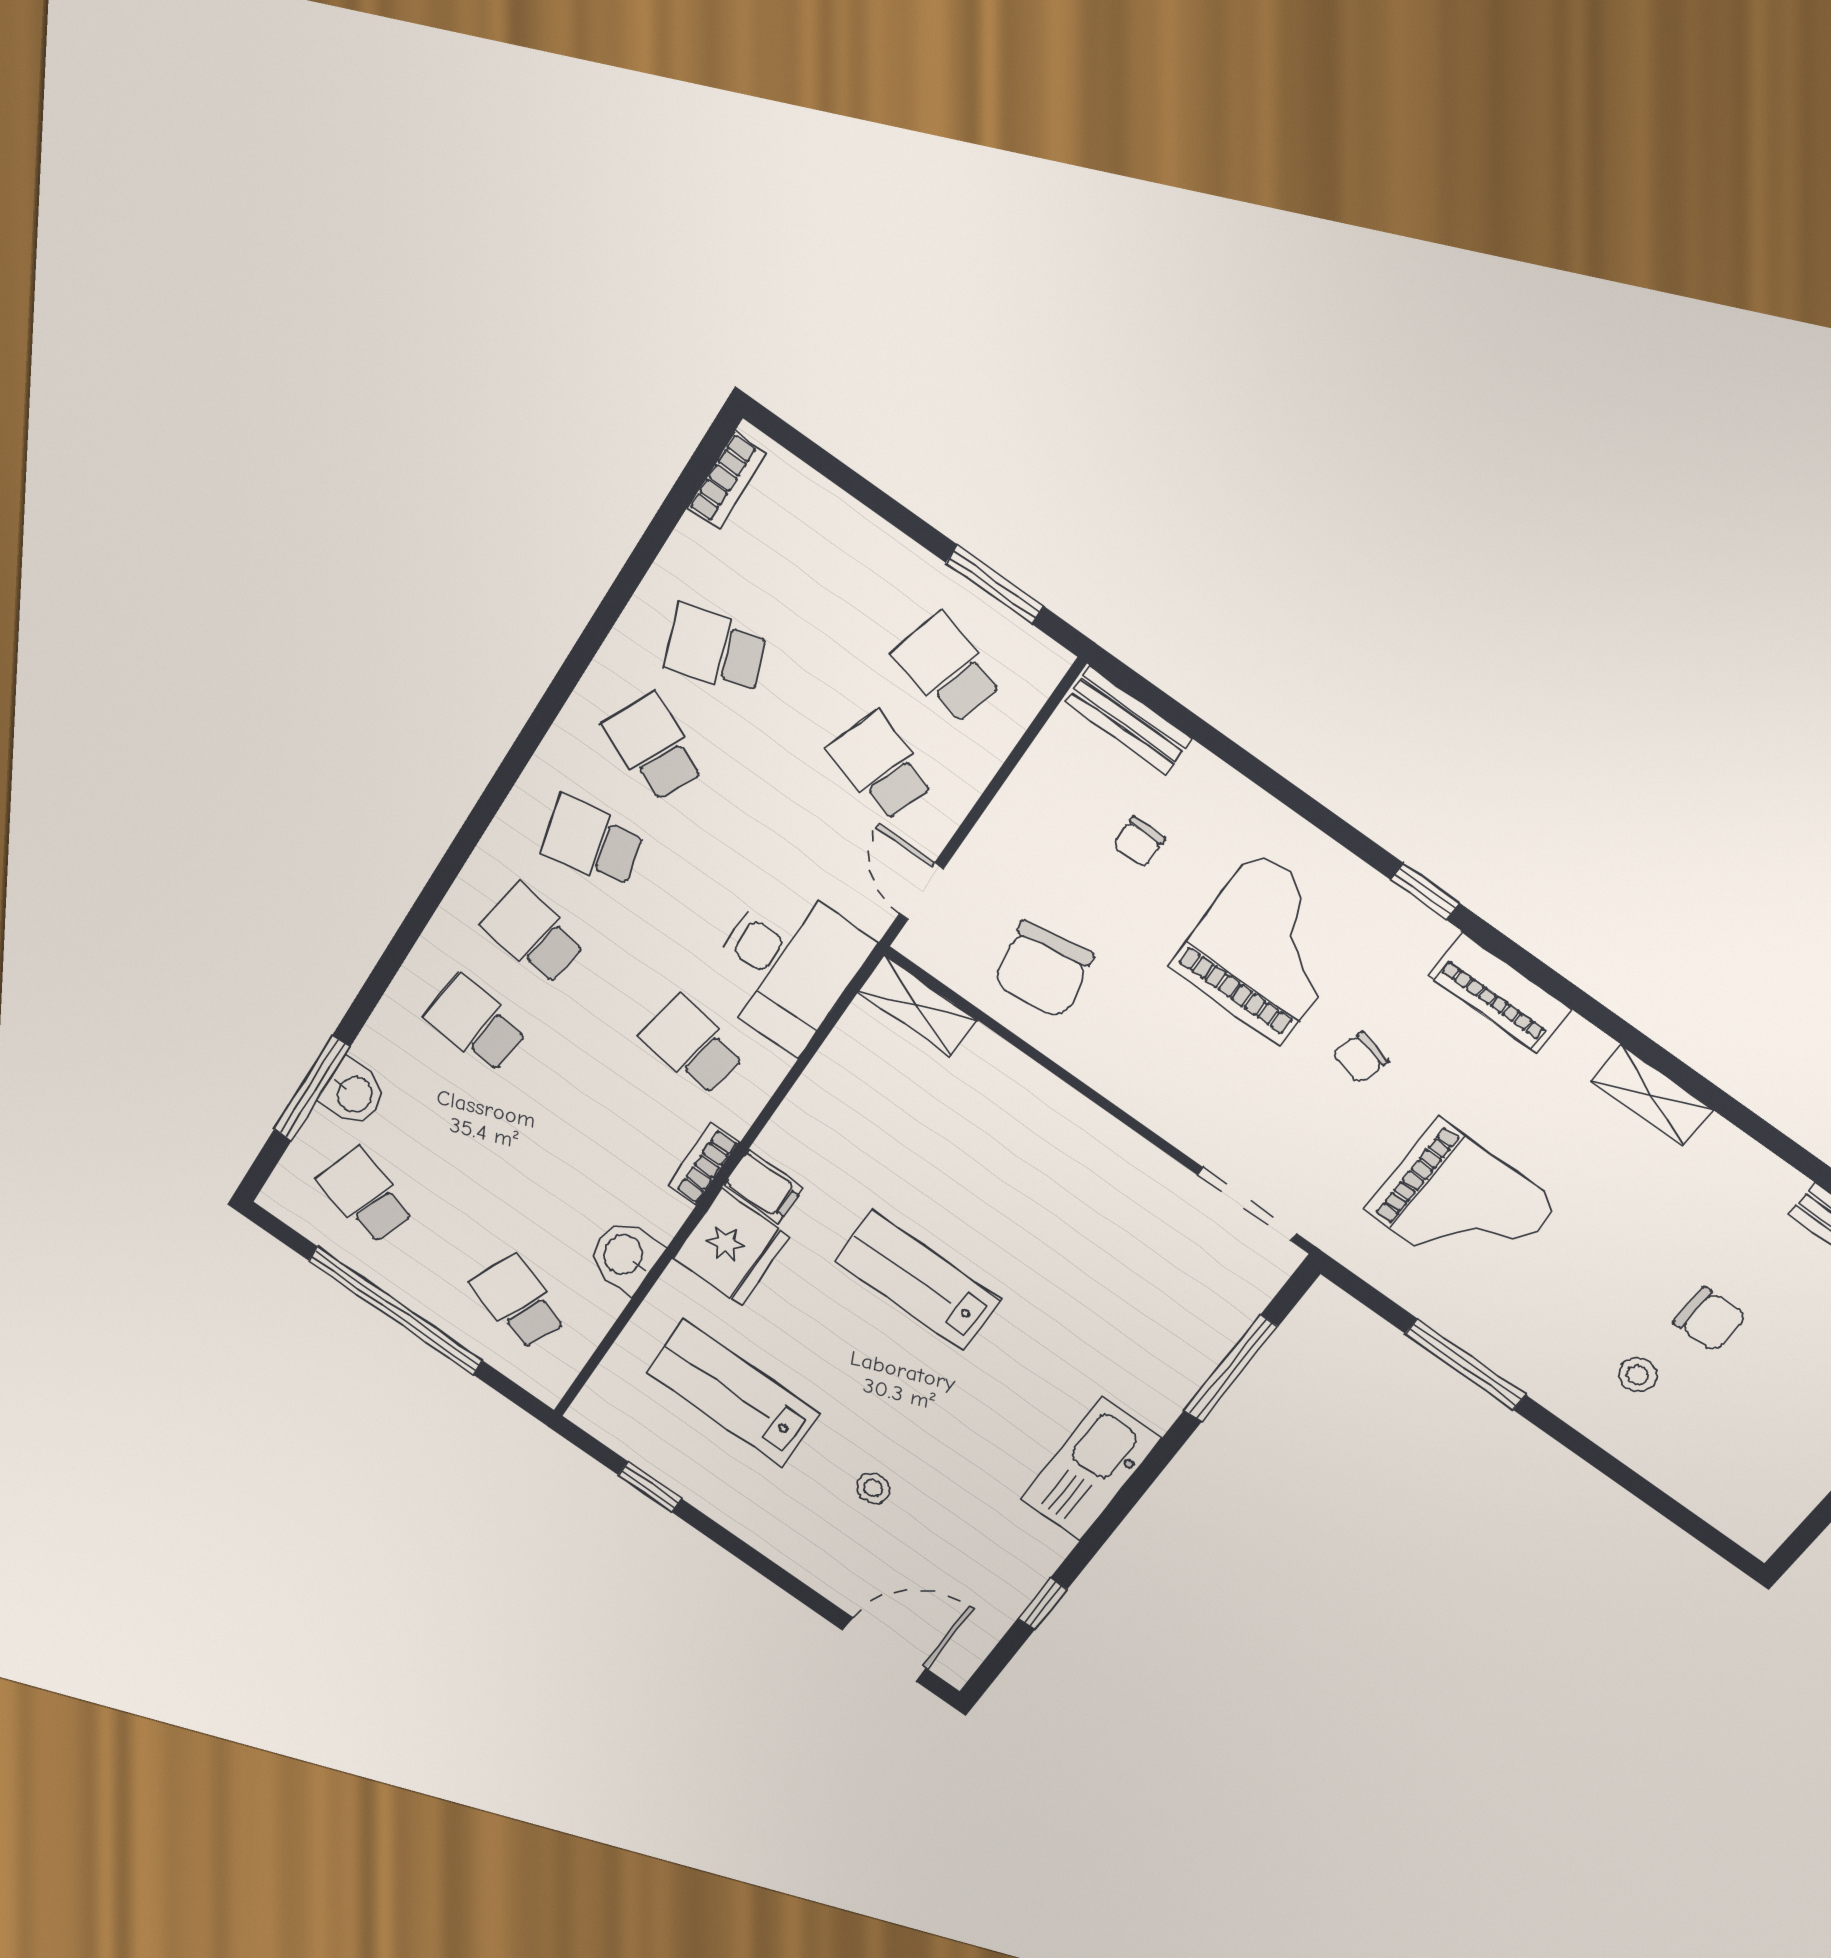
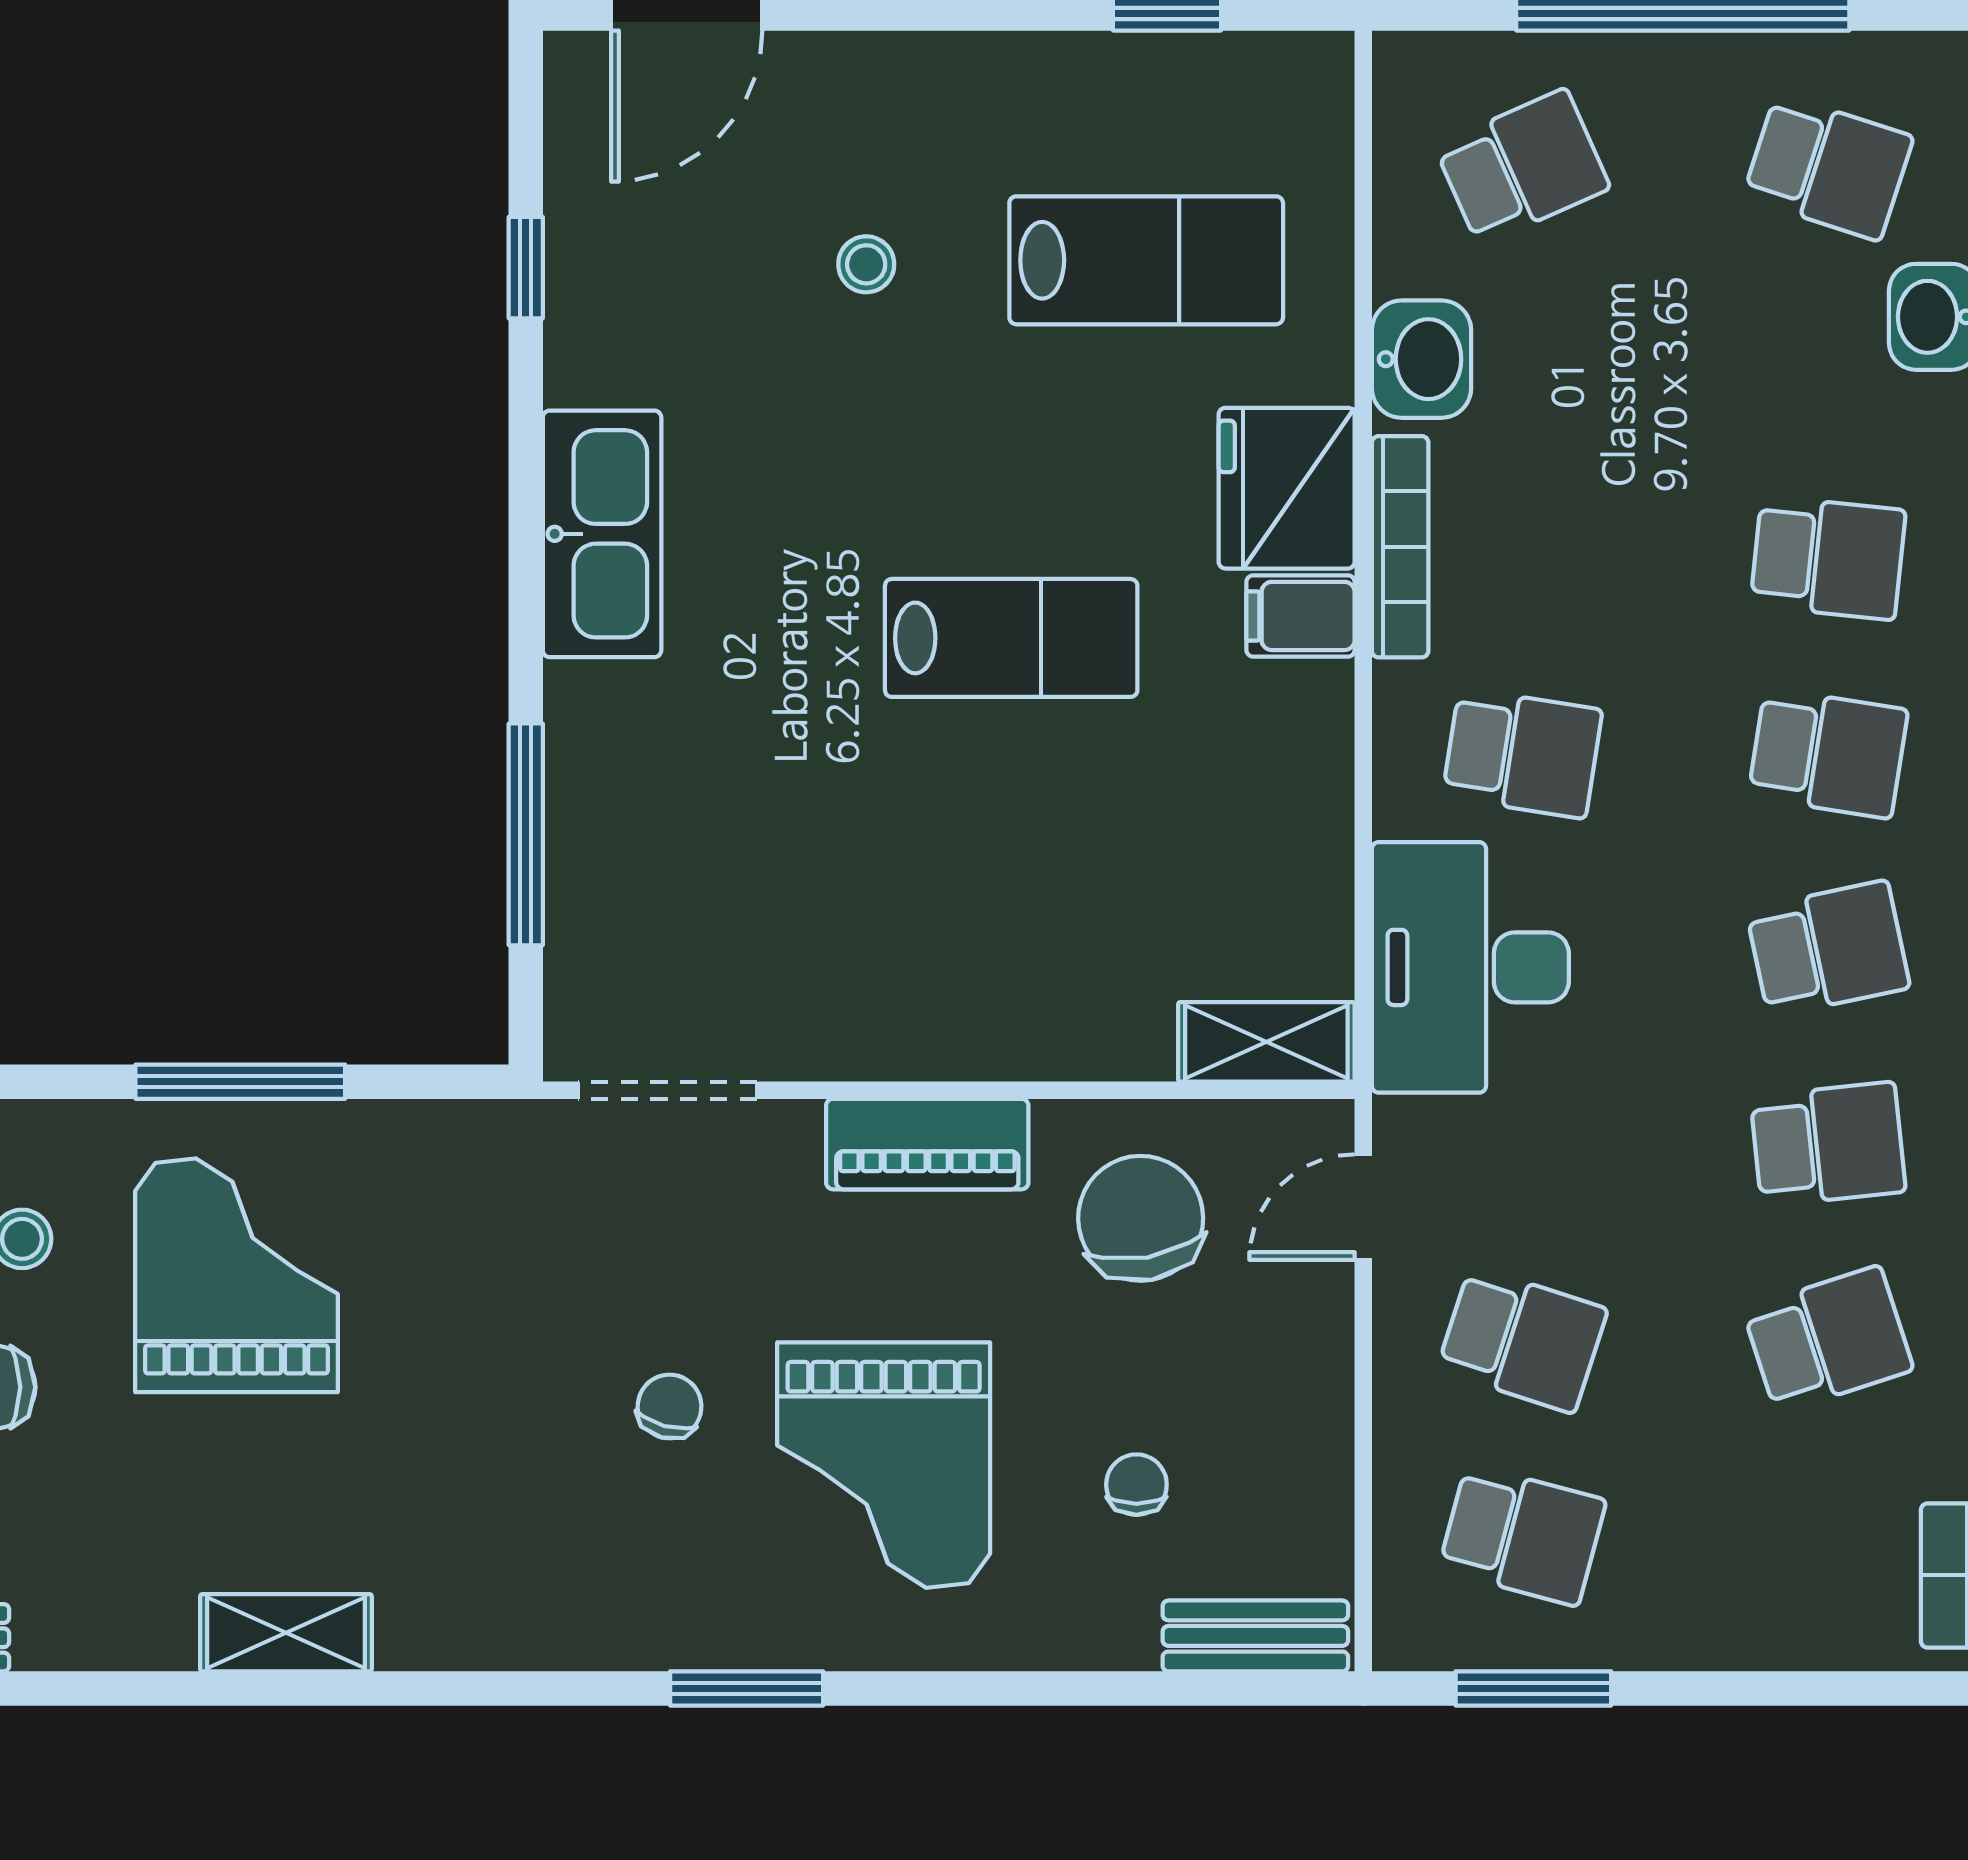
school desk: (653, 747) -> (1828, 1144), turned -30
door: (921, 891) -> (1363, 1207), swing flipped
window: (1425, 891) -> (747, 1688), width x1.50
piano: (1500, 992) -> (927, 1144), moved, turned 180
bookcase: (704, 1164) -> (1400, 547), width x1.56
grand piano: (1462, 1207) -> (236, 1275), moved, turned 90
school desk: (518, 1302) -> (1522, 167), turned -45

